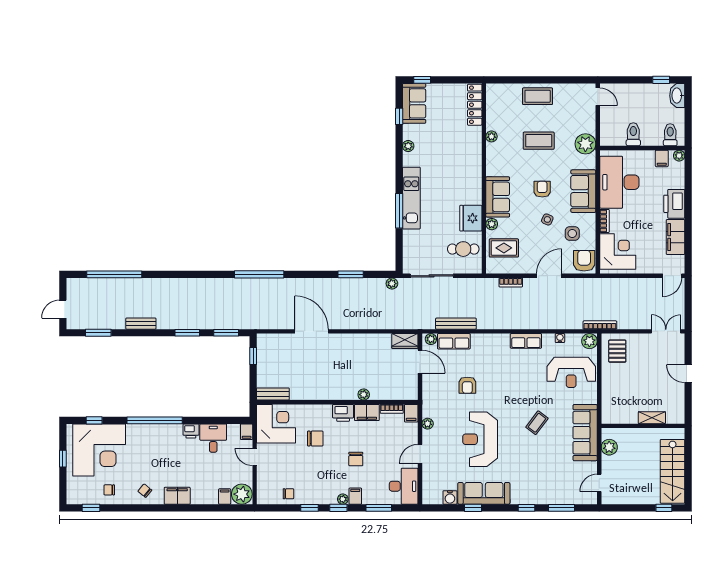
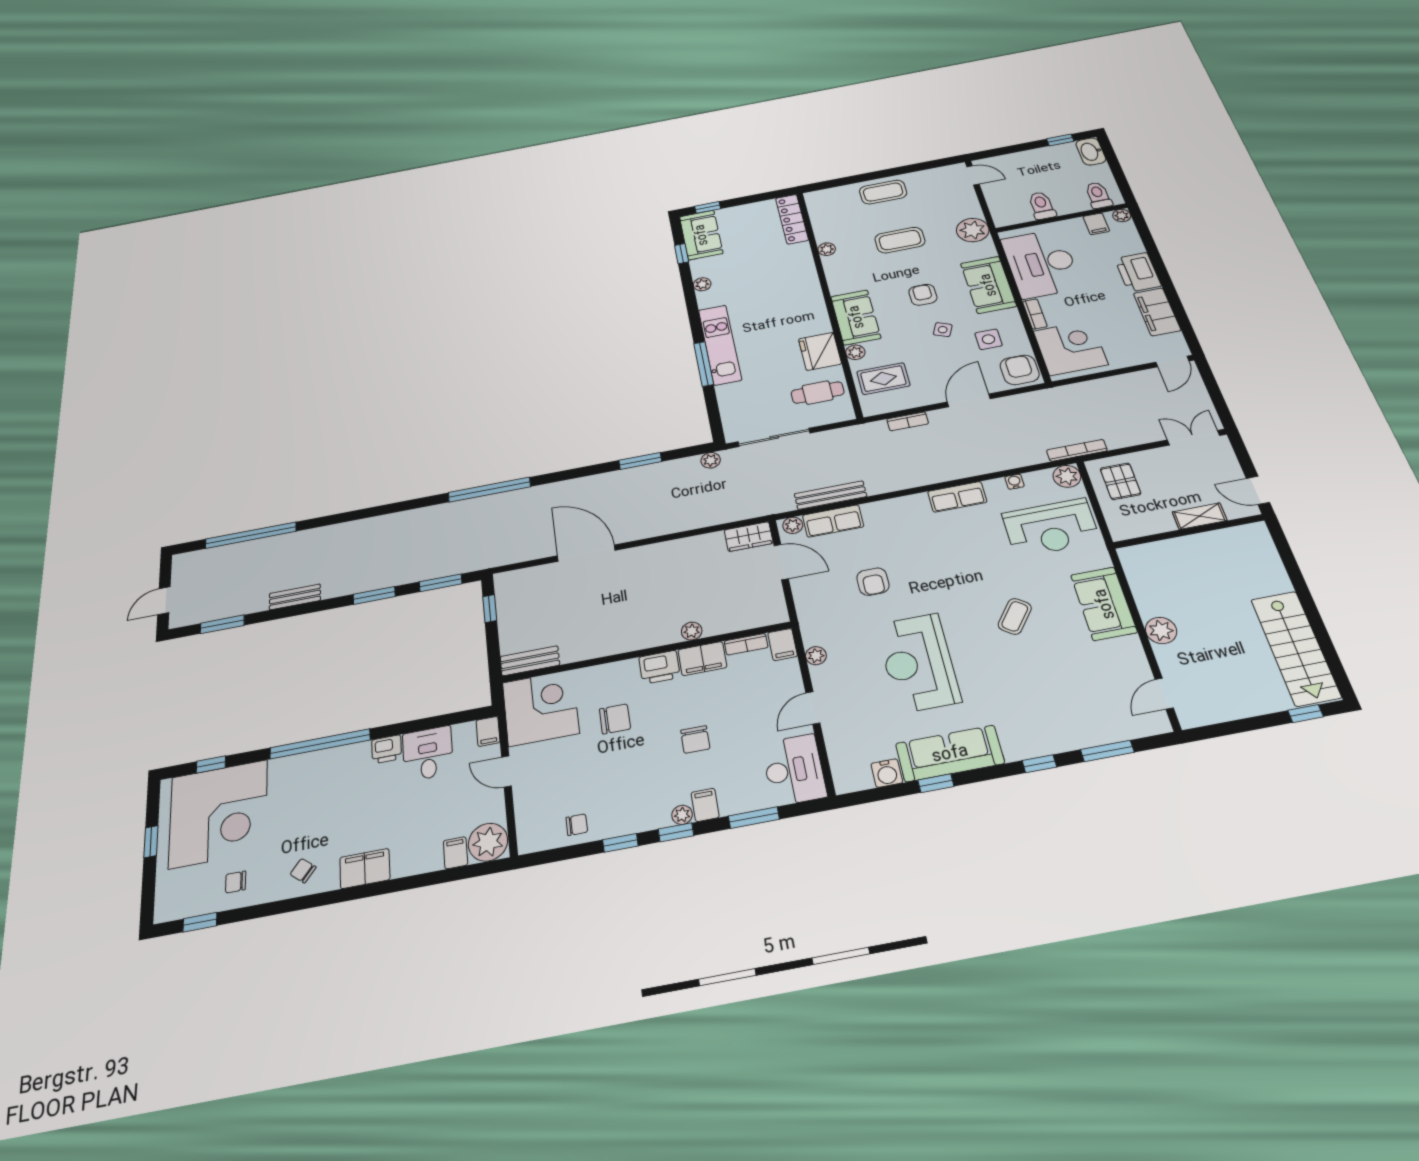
shelving: (652, 418) -> (1200, 516), moved
wall: (643, 426) -> (1189, 531), moved
sofa: (585, 433) -> (1104, 604), width x0.73

